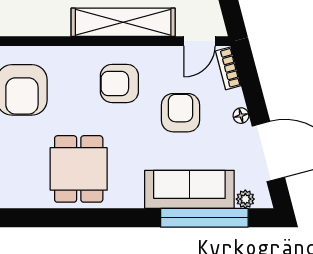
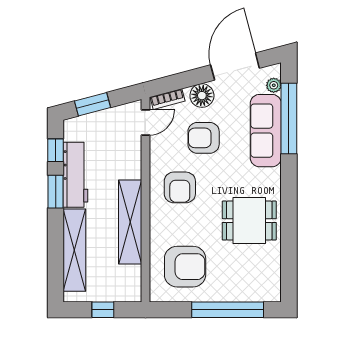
shelving: (123, 22) -> (130, 222), moved
door: (199, 41) -> (145, 122), hinge flipped
floor lamp: (241, 116) -> (202, 96), width x1.89, depth x1.89

